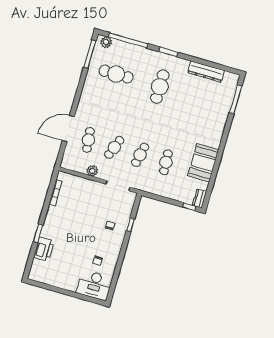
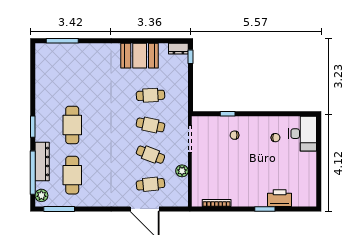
dresser: (206, 72) -> (42, 161), moved
cafe table: (160, 87) -> (72, 125), turned 90

